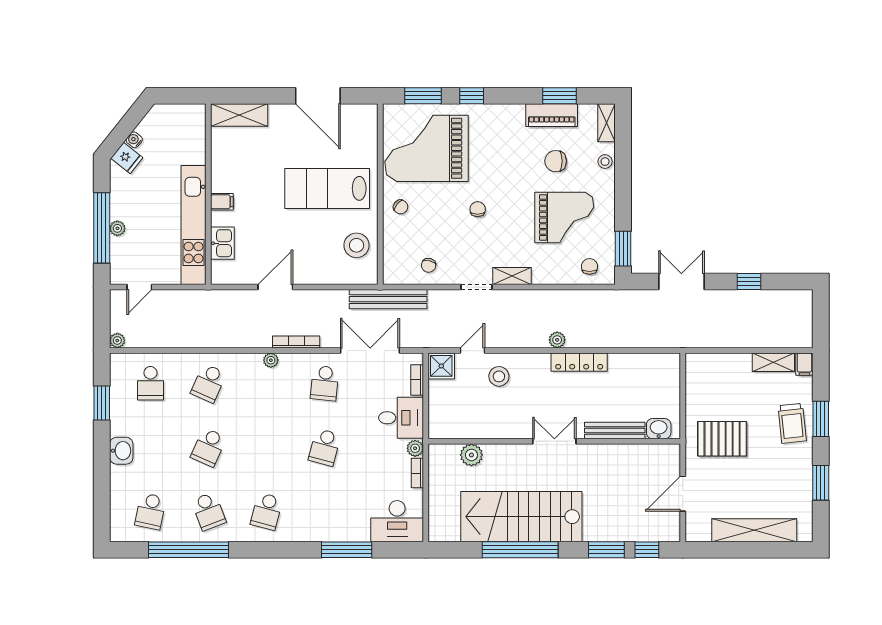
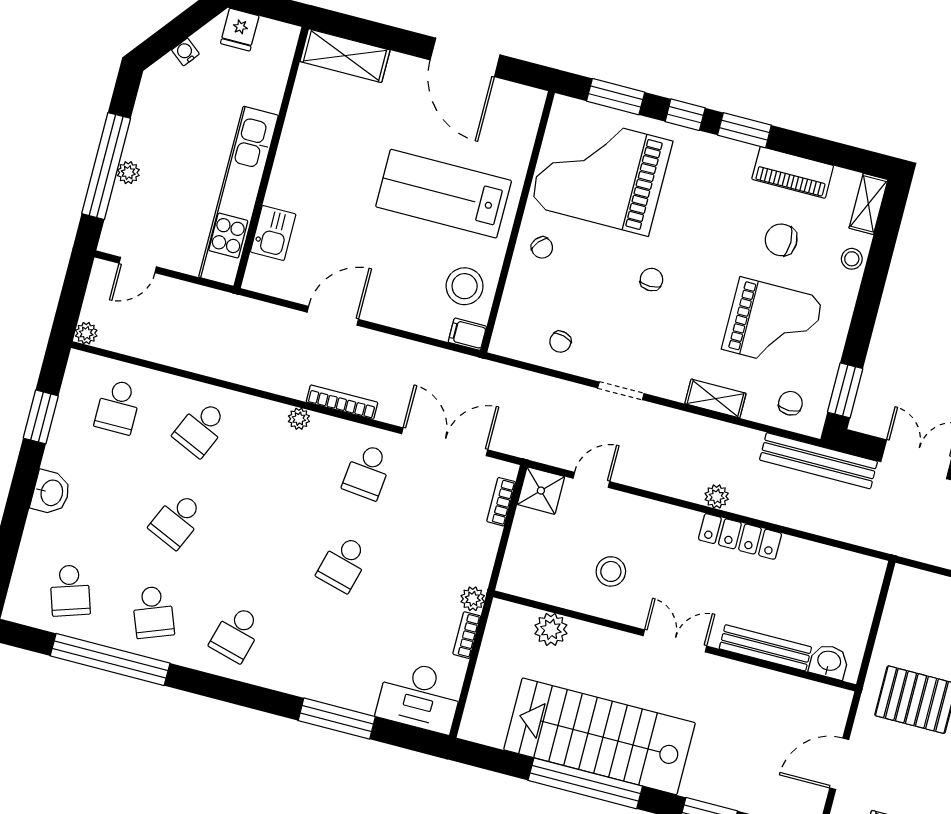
window: (560, 96) -> (744, 130), moved
fridge: (127, 158) -> (240, 30), moved, turned 51
filing cabinet: (222, 202) -> (467, 334), moved, turned 180
shelving: (512, 276) -> (715, 399), moved
bench: (388, 299) -> (818, 461), moved
stool: (499, 376) -> (611, 571), moved
desk: (401, 418) -> (464, 550), removed
school desk: (150, 511) -> (70, 590), turned -30

